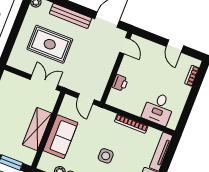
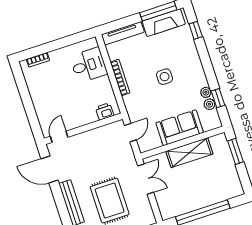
door: (175, 46) -> (25, 94), removed
double door: (44, 82) -> (146, 179), swing flipped
printer: (120, 83) -> (105, 111), moved

